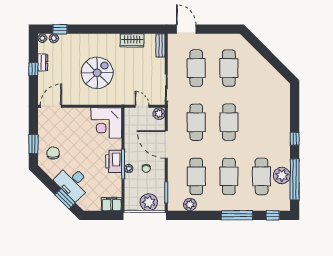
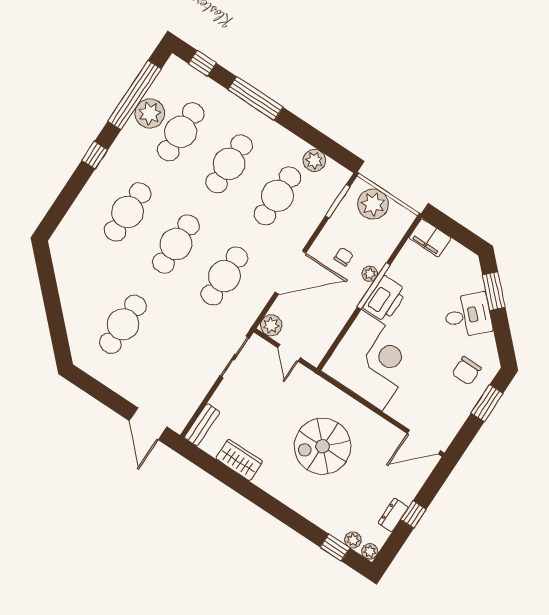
cafe table: (196, 68) -> (128, 212), moved
corner desk: (106, 123) -> (372, 360), width x1.36, depth x1.36
door: (166, 145) -> (291, 272), hinge flipped
desk: (73, 183) -> (468, 315), width x0.73

